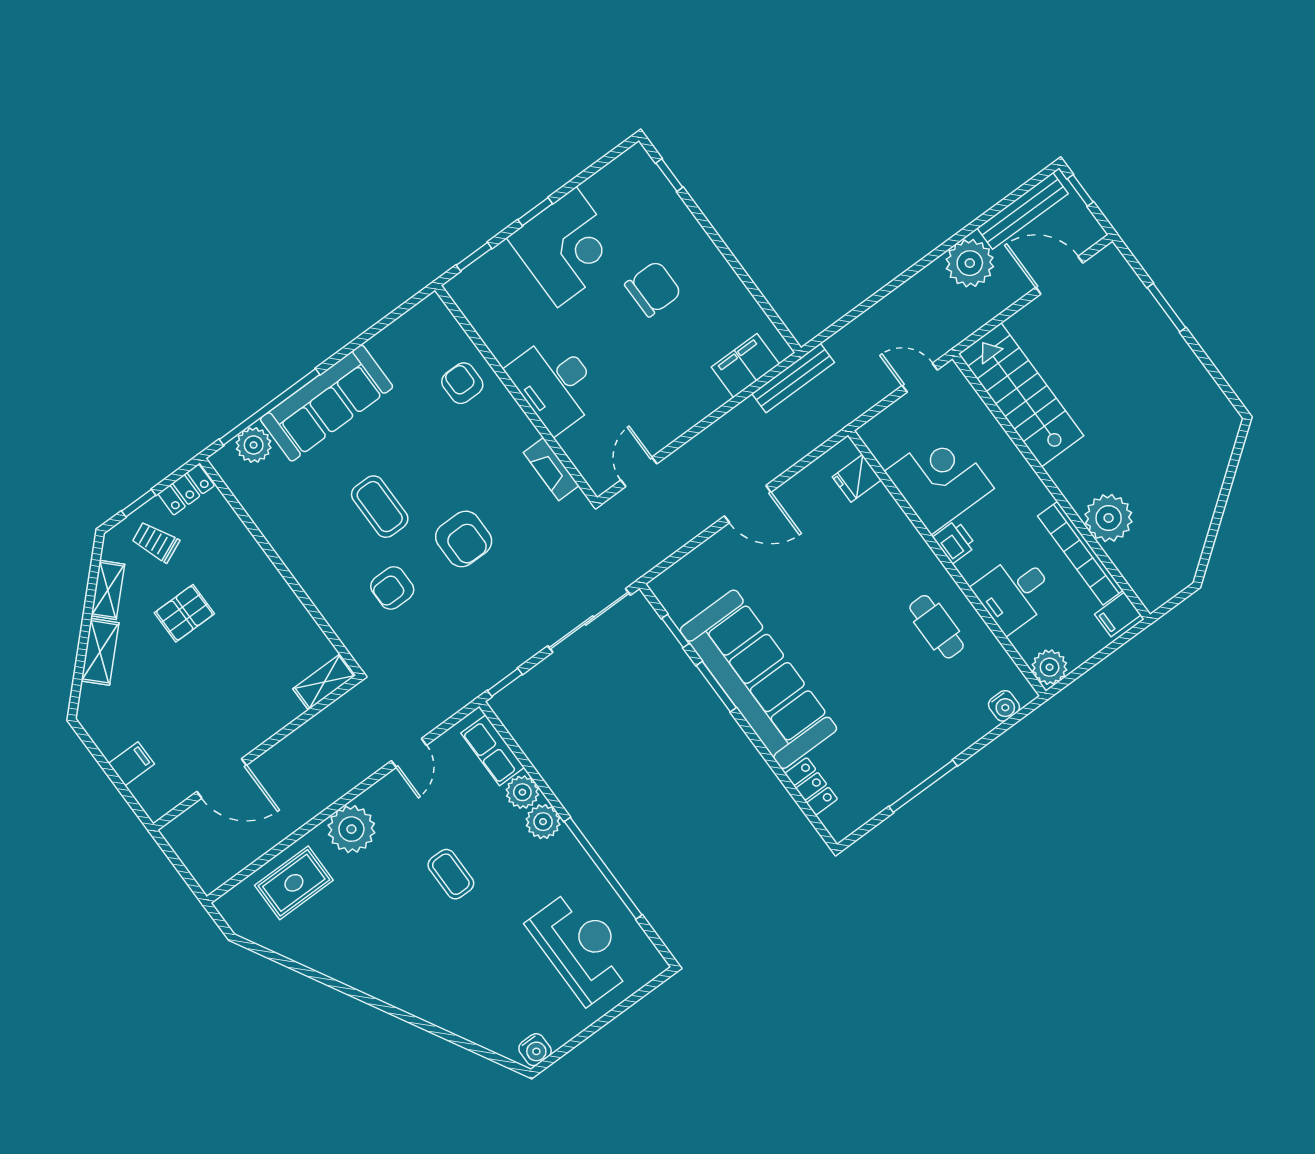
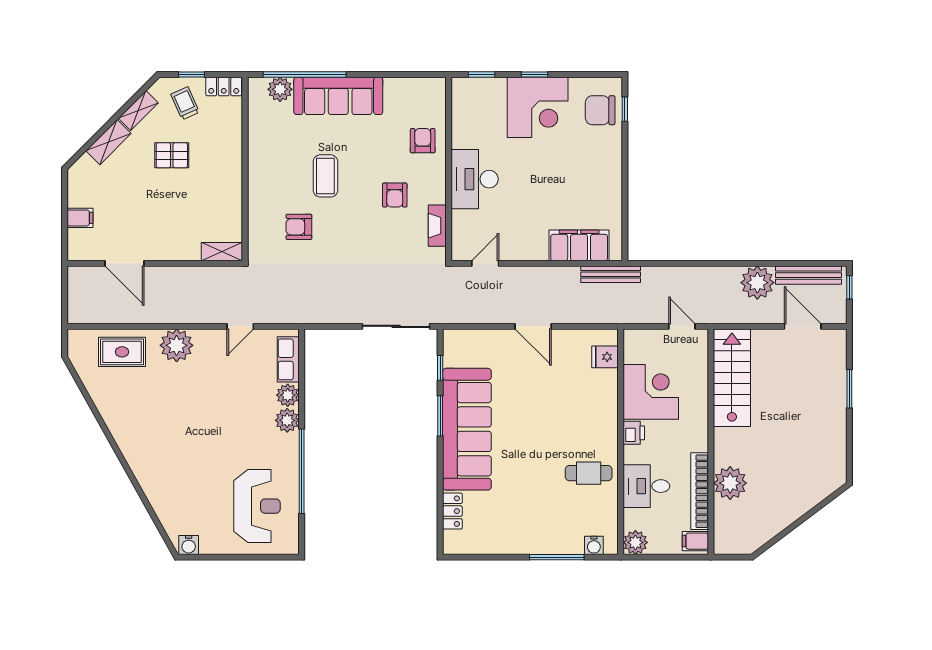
chair: (653, 289) -> (600, 110), moved, turned 180
filing cabinet: (745, 366) -> (579, 245), width x1.50, depth x1.17
armchair: (464, 539) -> (395, 195), moved, width x0.72, depth x0.72
cafe table: (937, 627) -> (589, 473), turned 90
window: (505, 682) -> (323, 326), removed
window: (923, 786) -> (557, 557), moved
coffee table: (451, 874) -> (214, 412), removed

